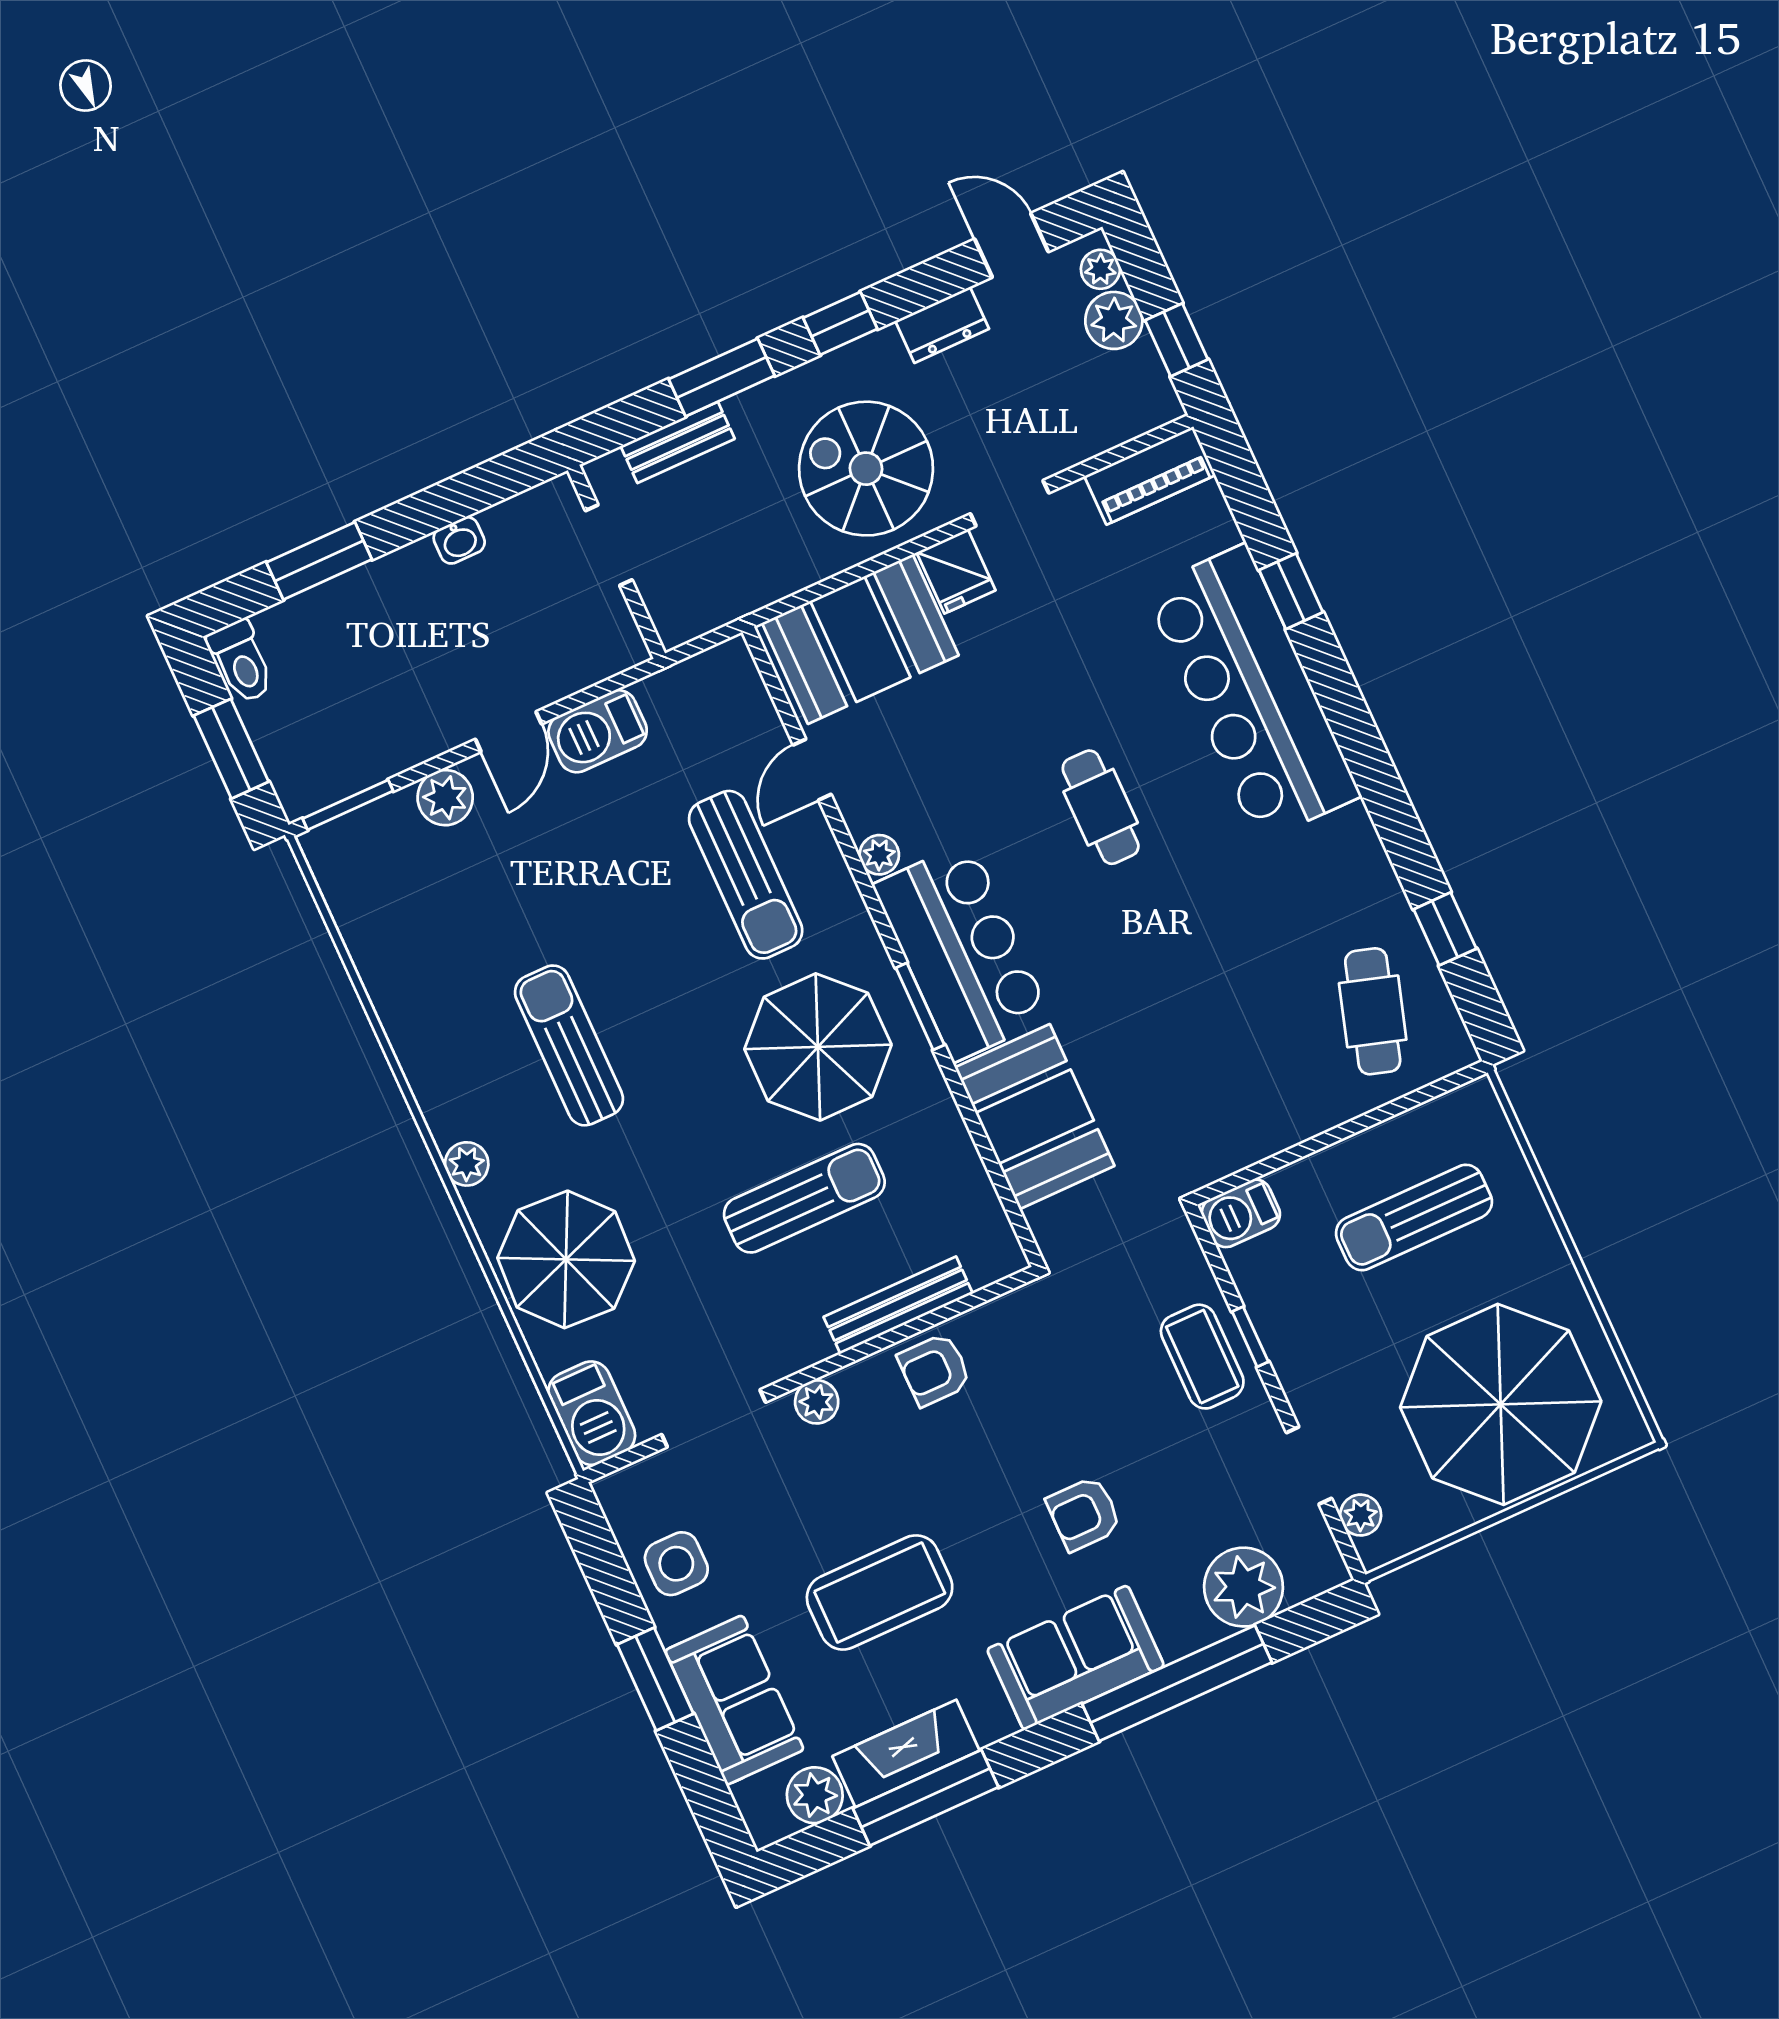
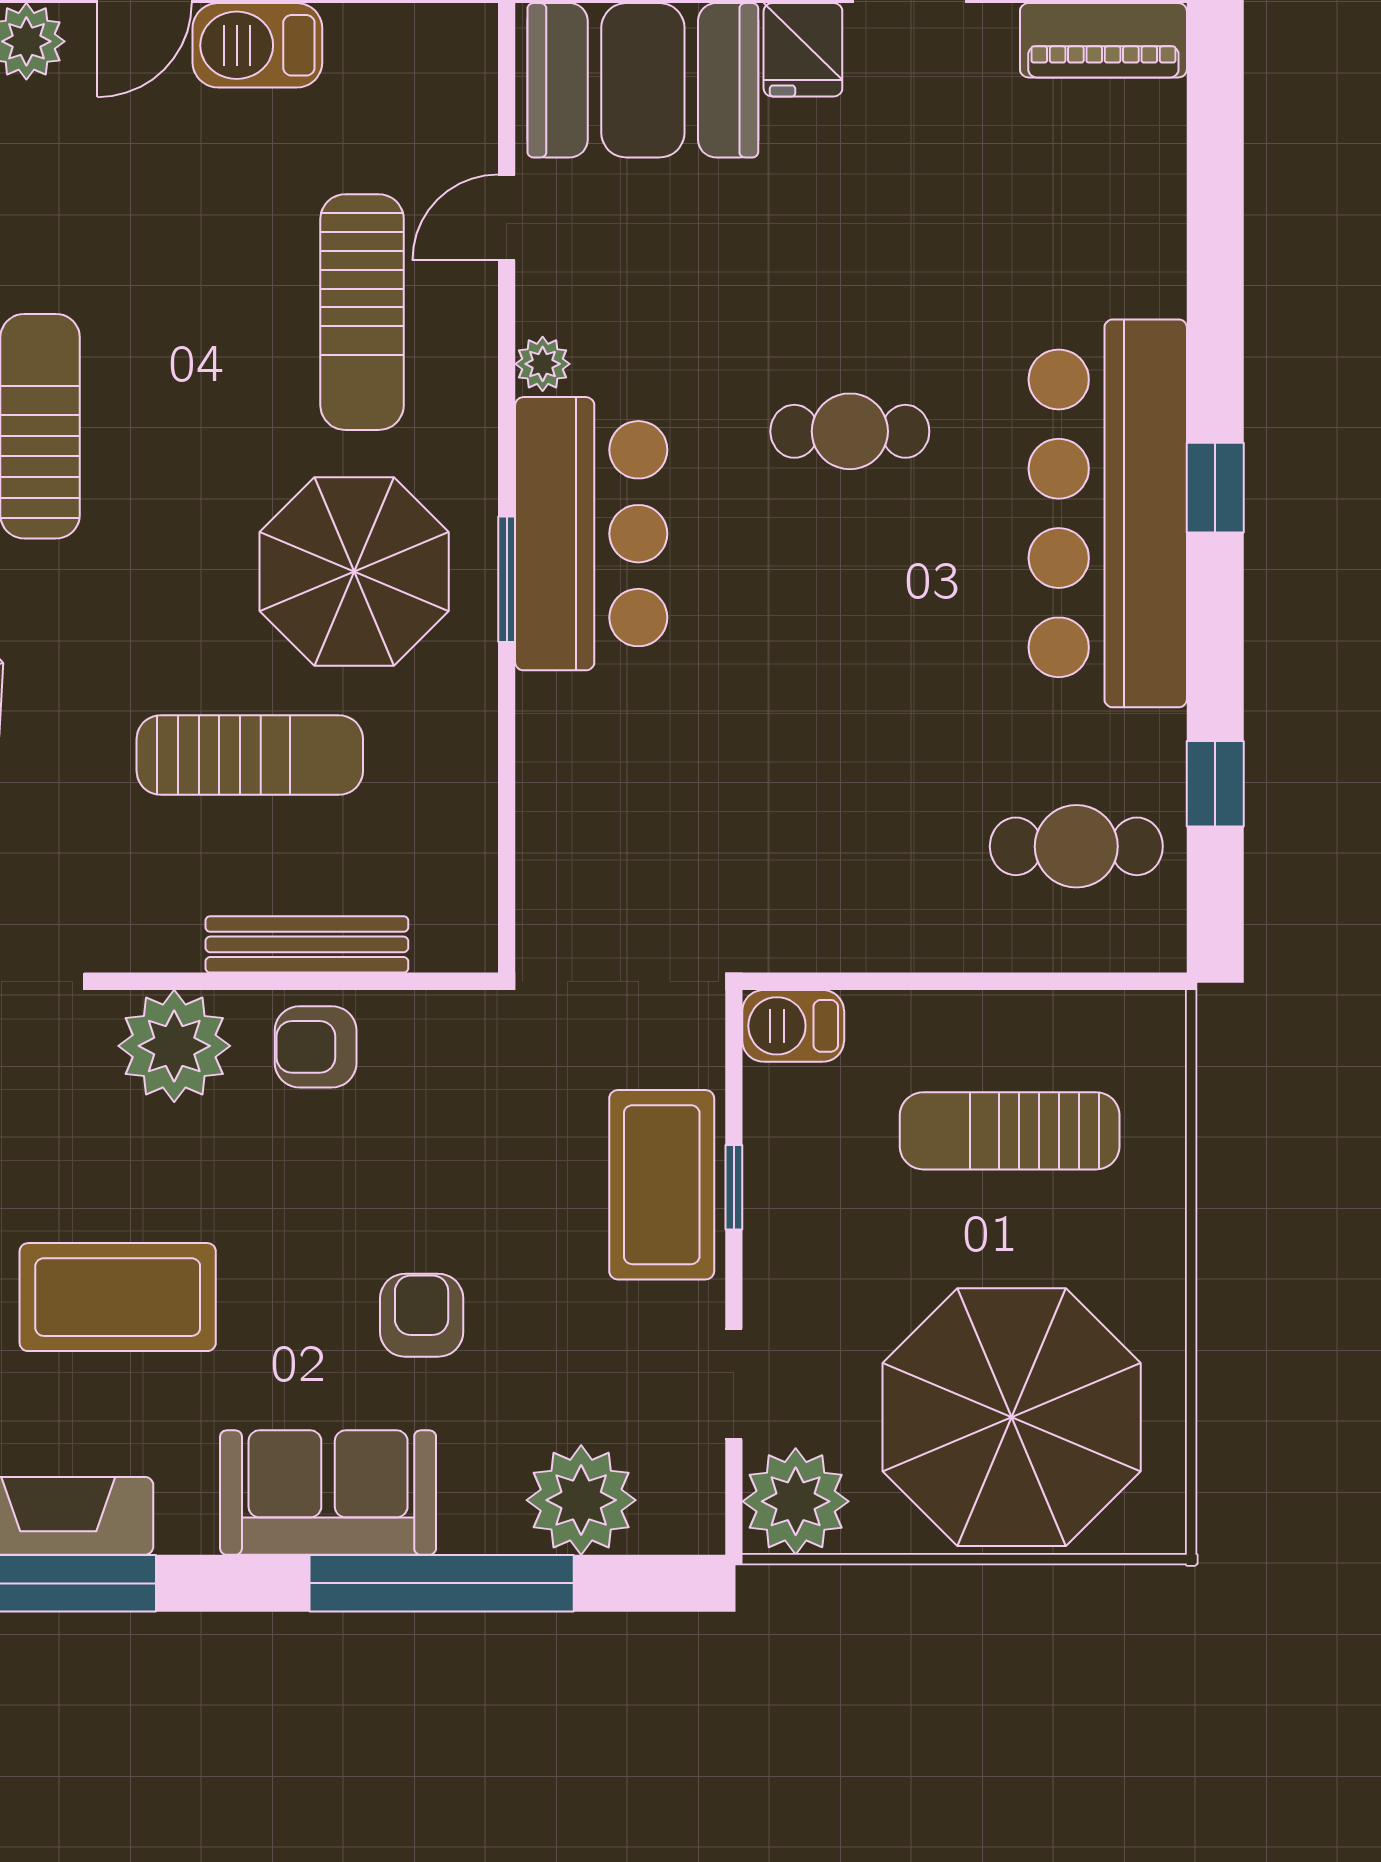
window: (1291, 591) -> (1215, 488), moved
bar counter: (1252, 693) -> (1108, 513), moved
cafe table: (1101, 807) -> (850, 431), turned 90
cafe table: (1373, 1011) -> (1076, 846), turned 73
booth: (1035, 1117) -> (588, 785), removed
coffee table: (1202, 1357) -> (662, 1185), width x1.36, depth x1.32
plant: (817, 1402) -> (174, 1046), width x1.88, depth x1.88
armchair: (1084, 1514) -> (422, 1315), turned 90
plant: (1361, 1515) -> (796, 1501), width x1.88, depth x1.88

